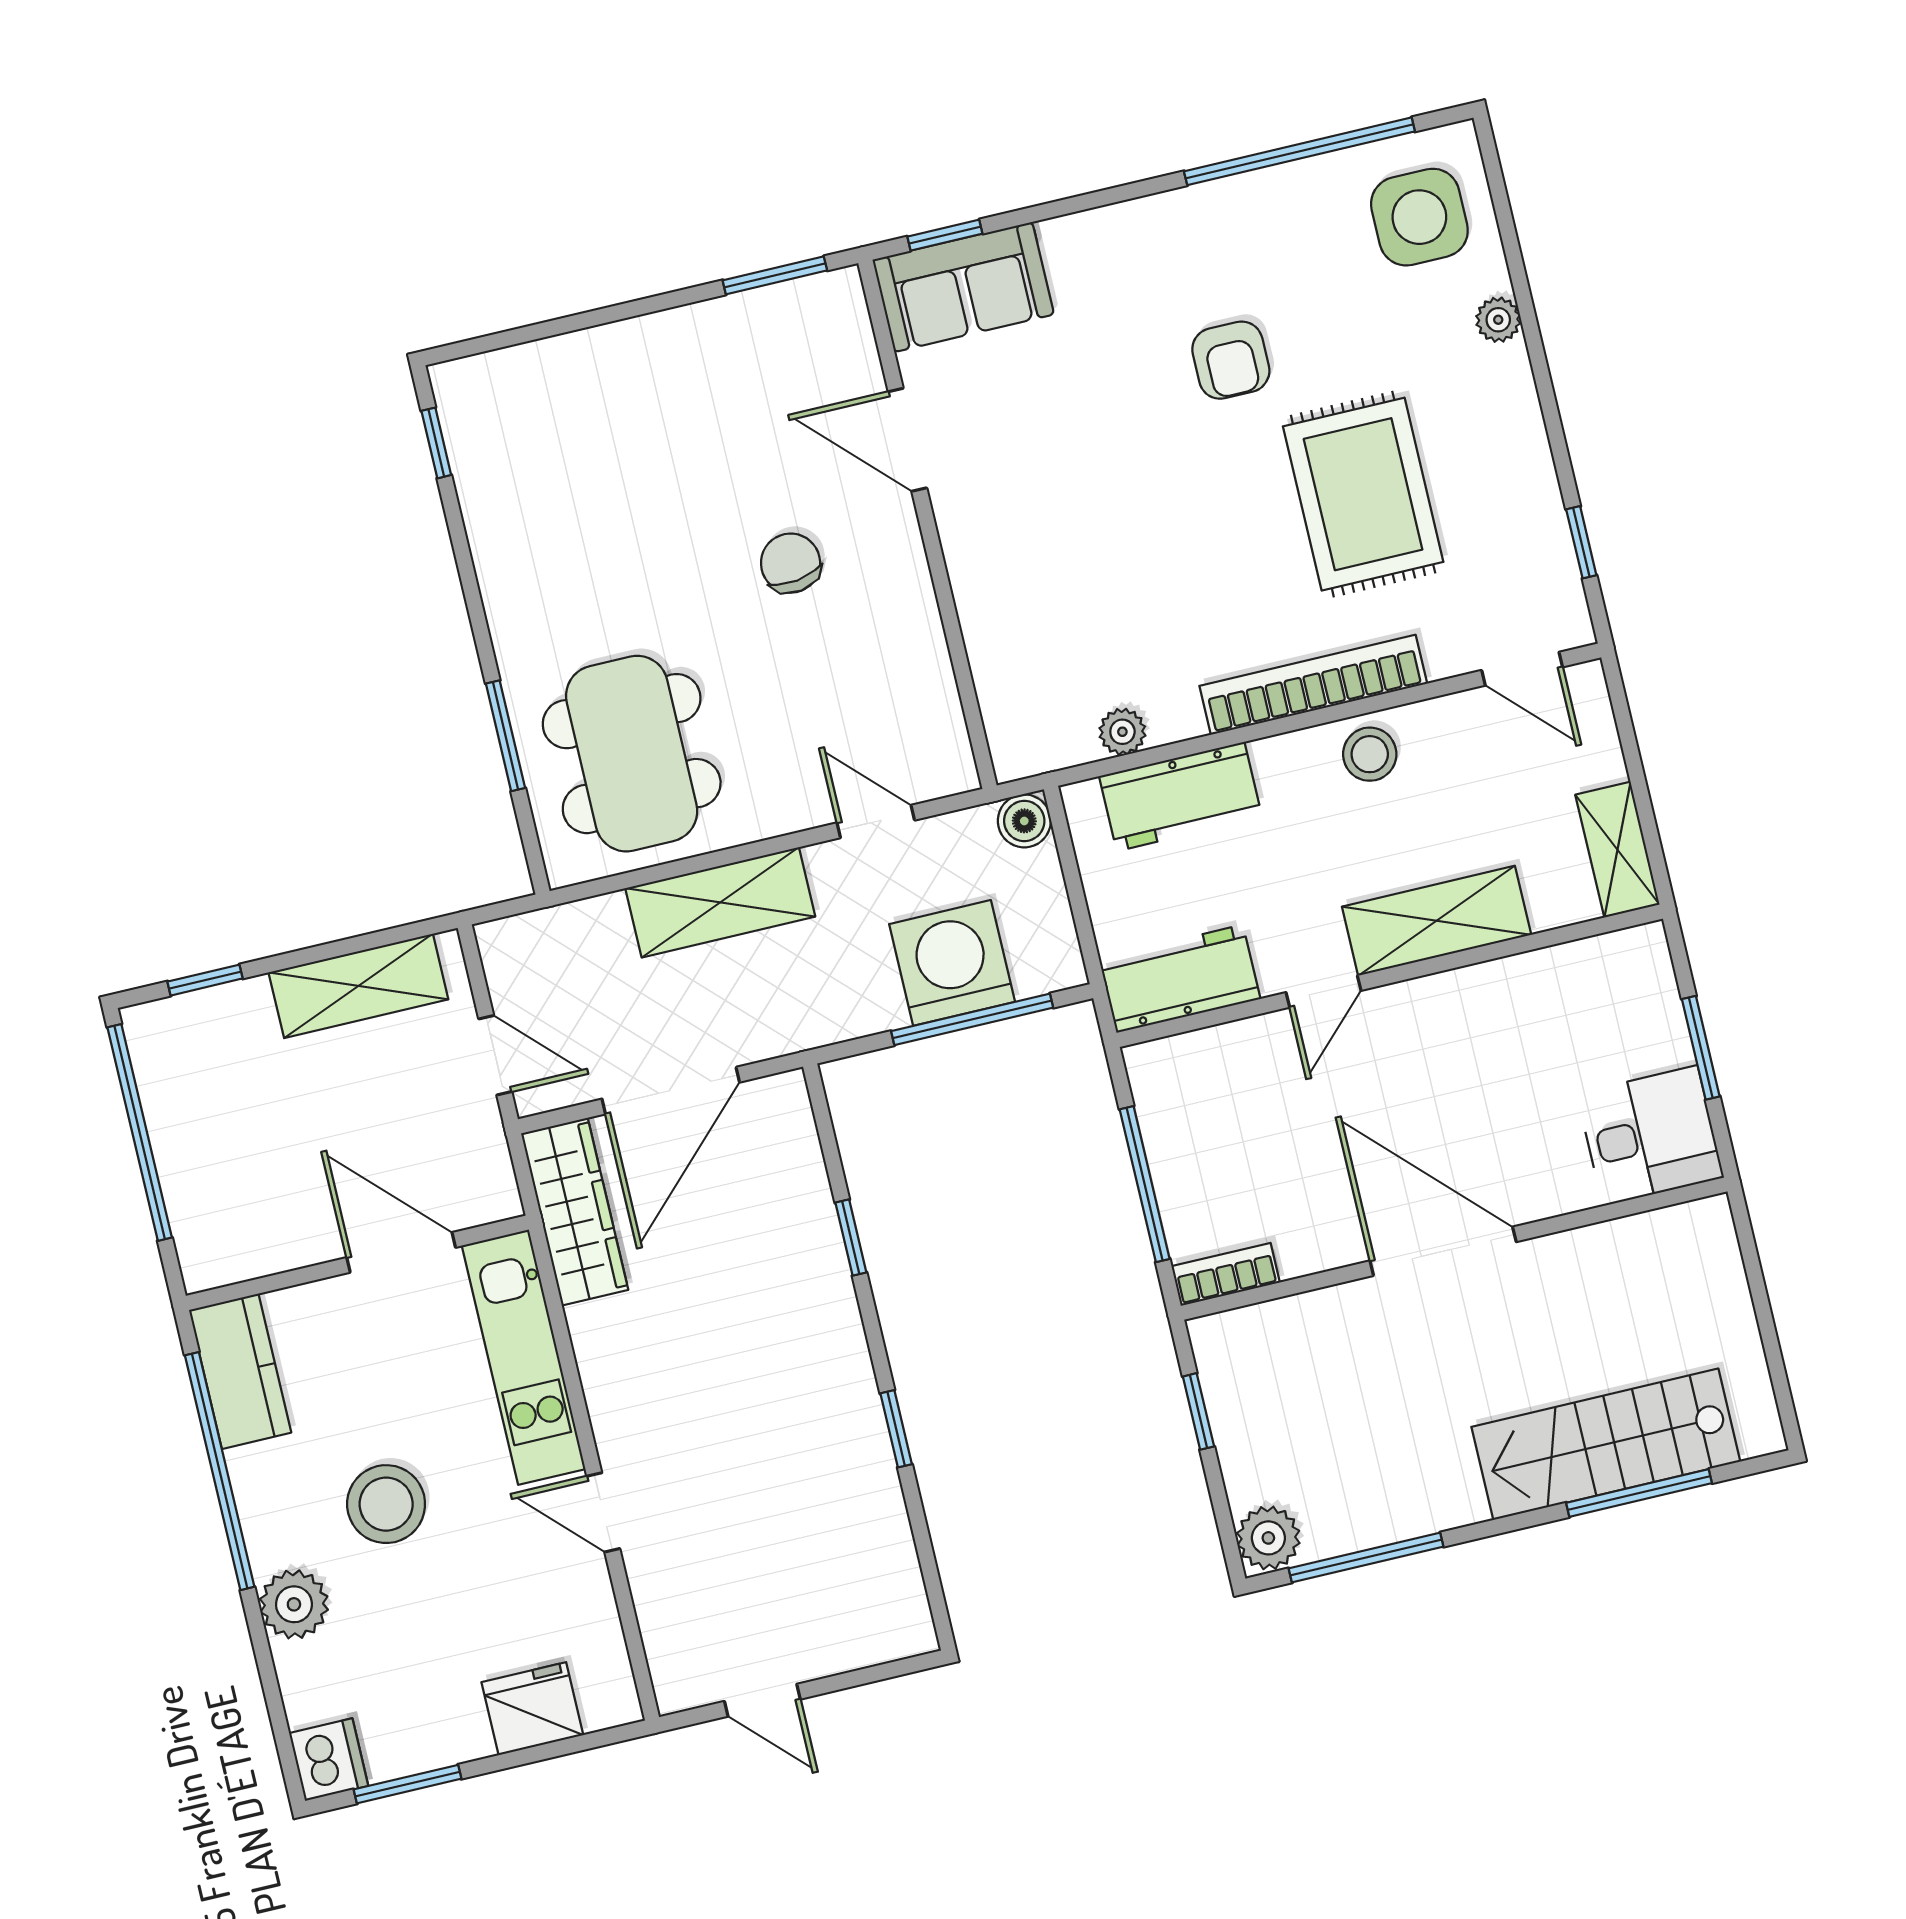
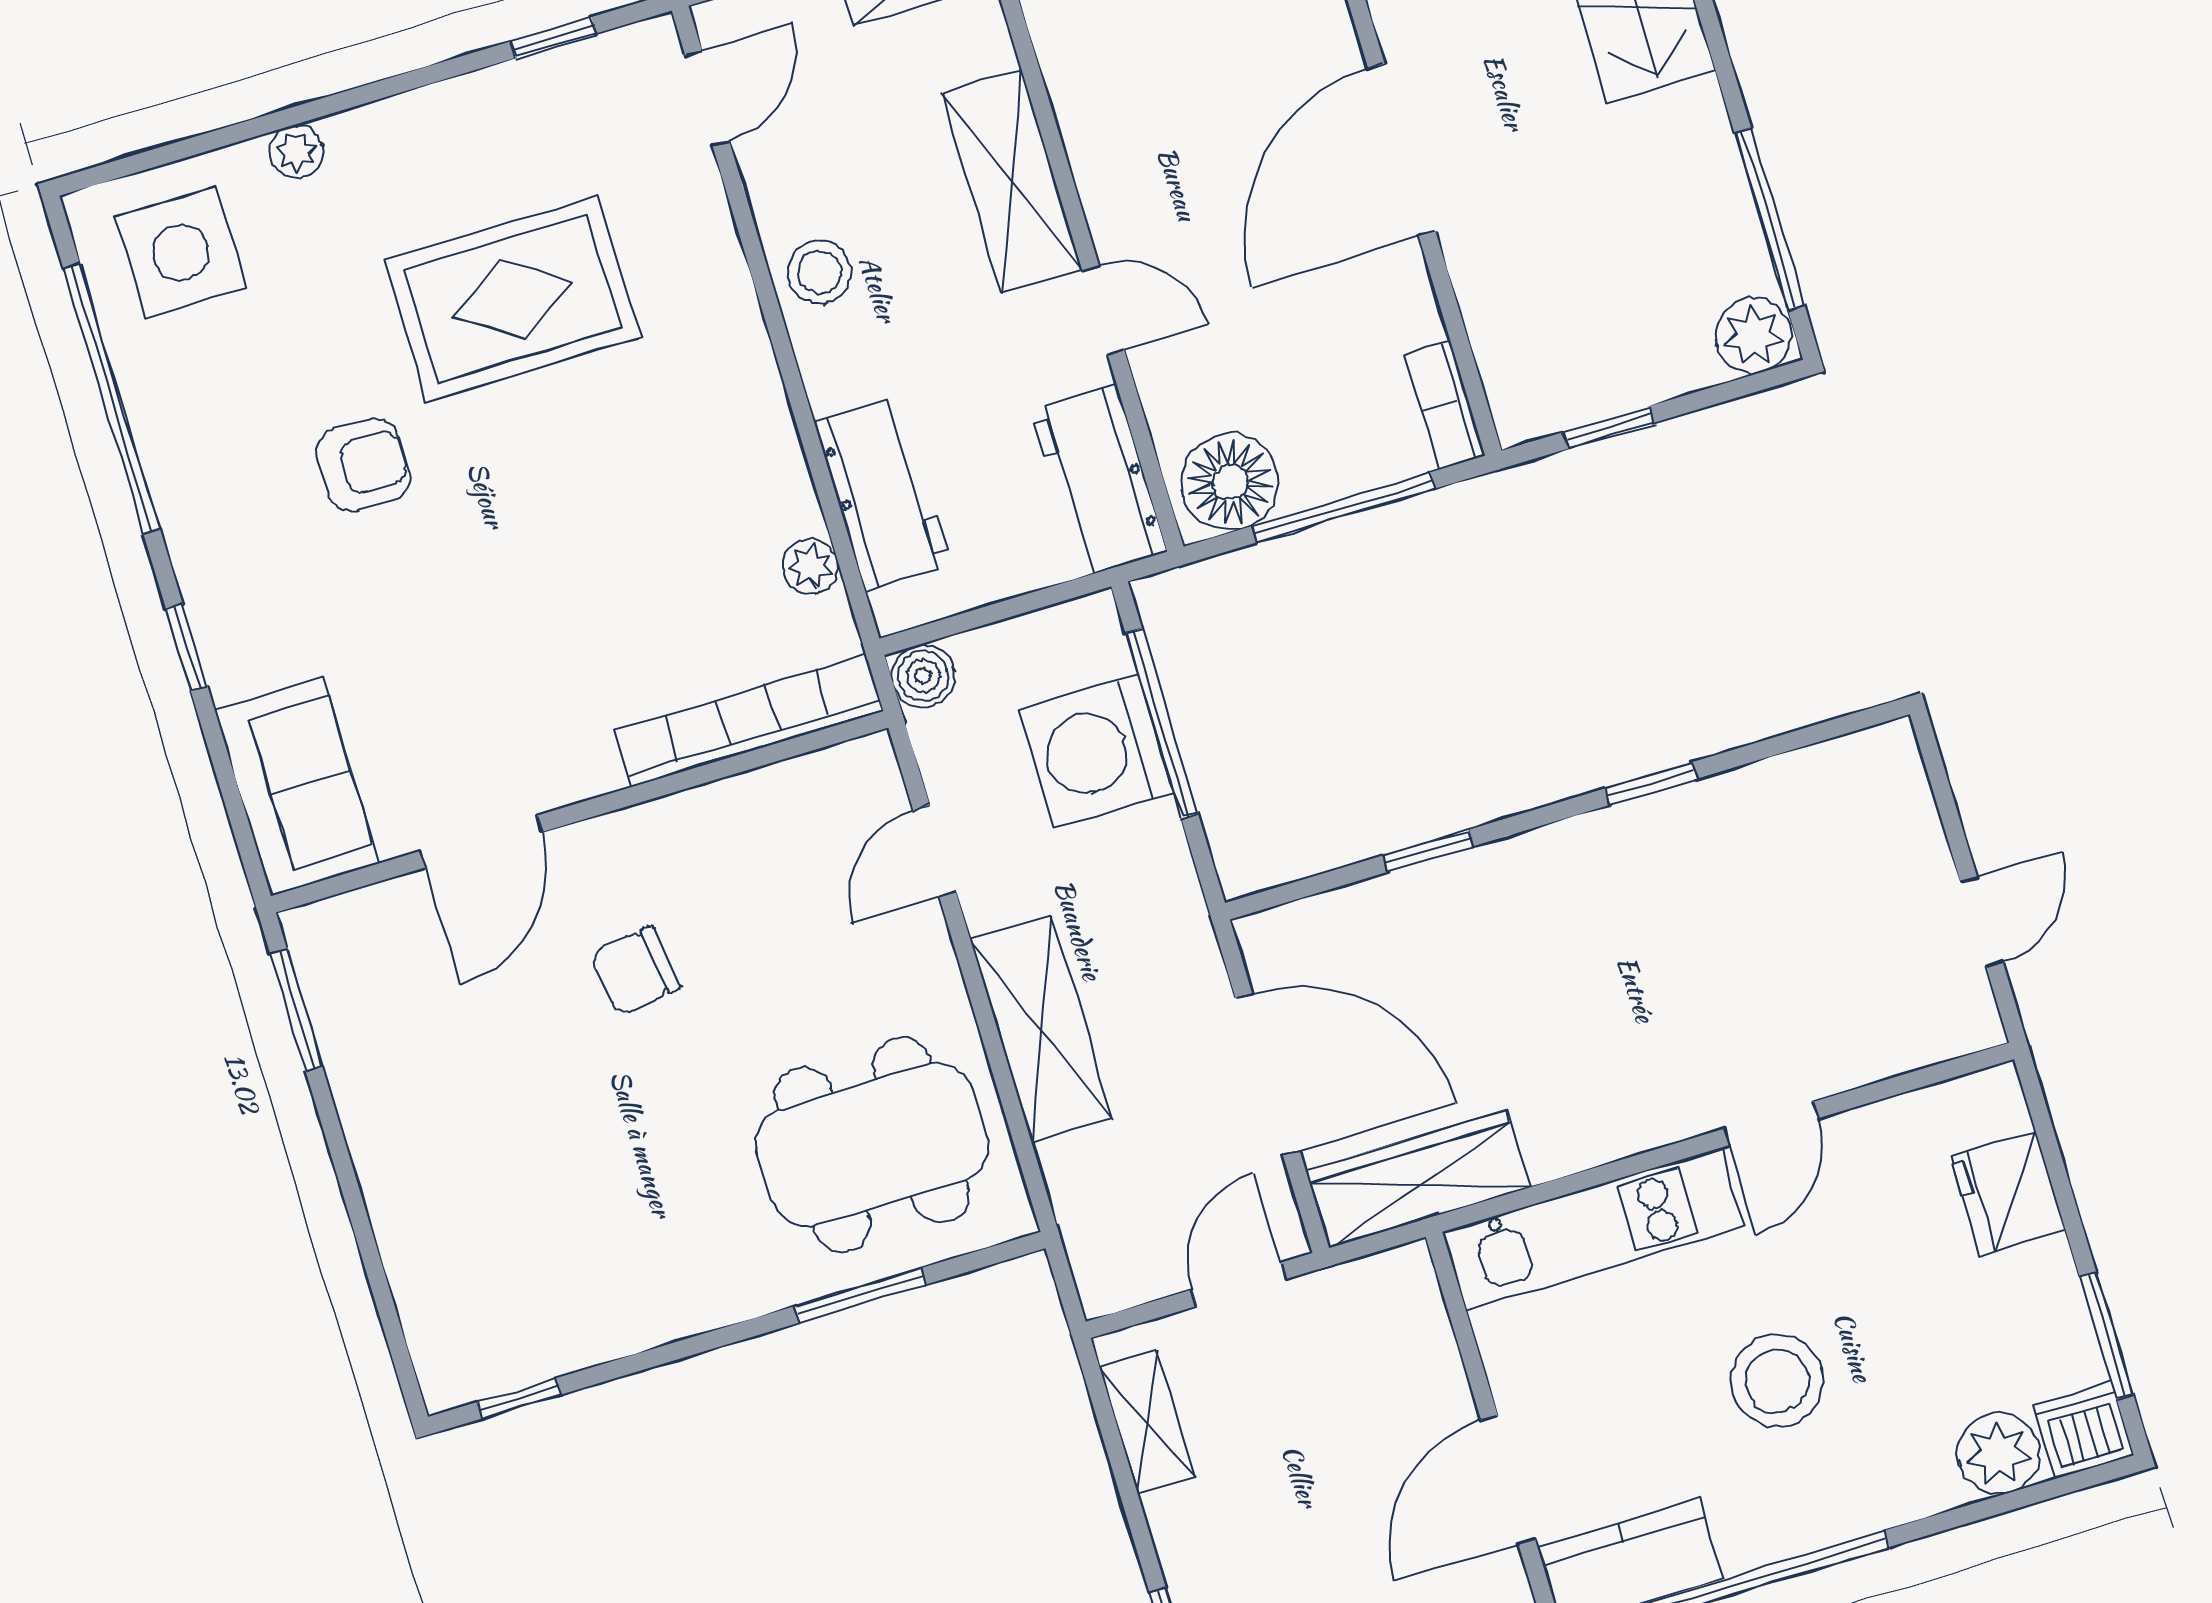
window: (945, 235) -> (187, 647), moved
bookcase: (1313, 685) -> (749, 721), moved, turned 90
shelving: (358, 986) -> (1147, 1422), width x0.67, depth x0.75
floor lamp: (1172, 1089) -> (1230, 482), added
door: (401, 1252) -> (1508, 1480), moved
plant: (294, 1604) -> (1998, 1453), moved

